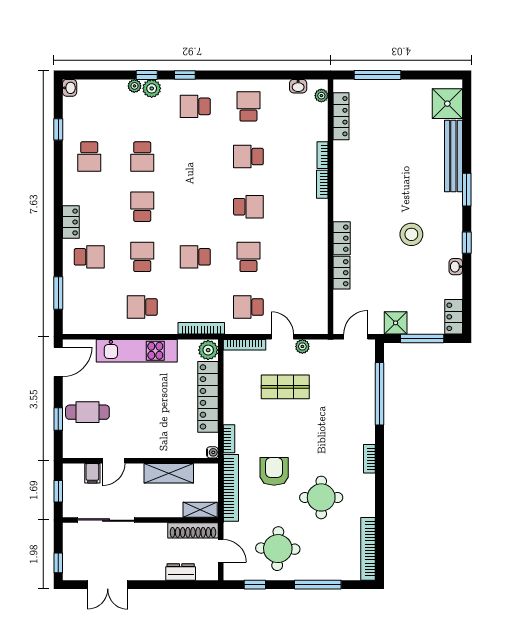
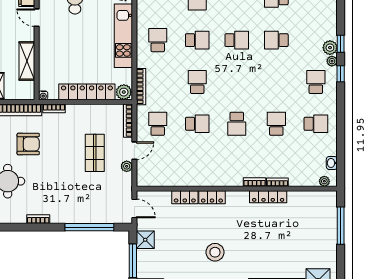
plant: (134, 86) -> (332, 61), moved
locker: (341, 116) -> (268, 197), moved

